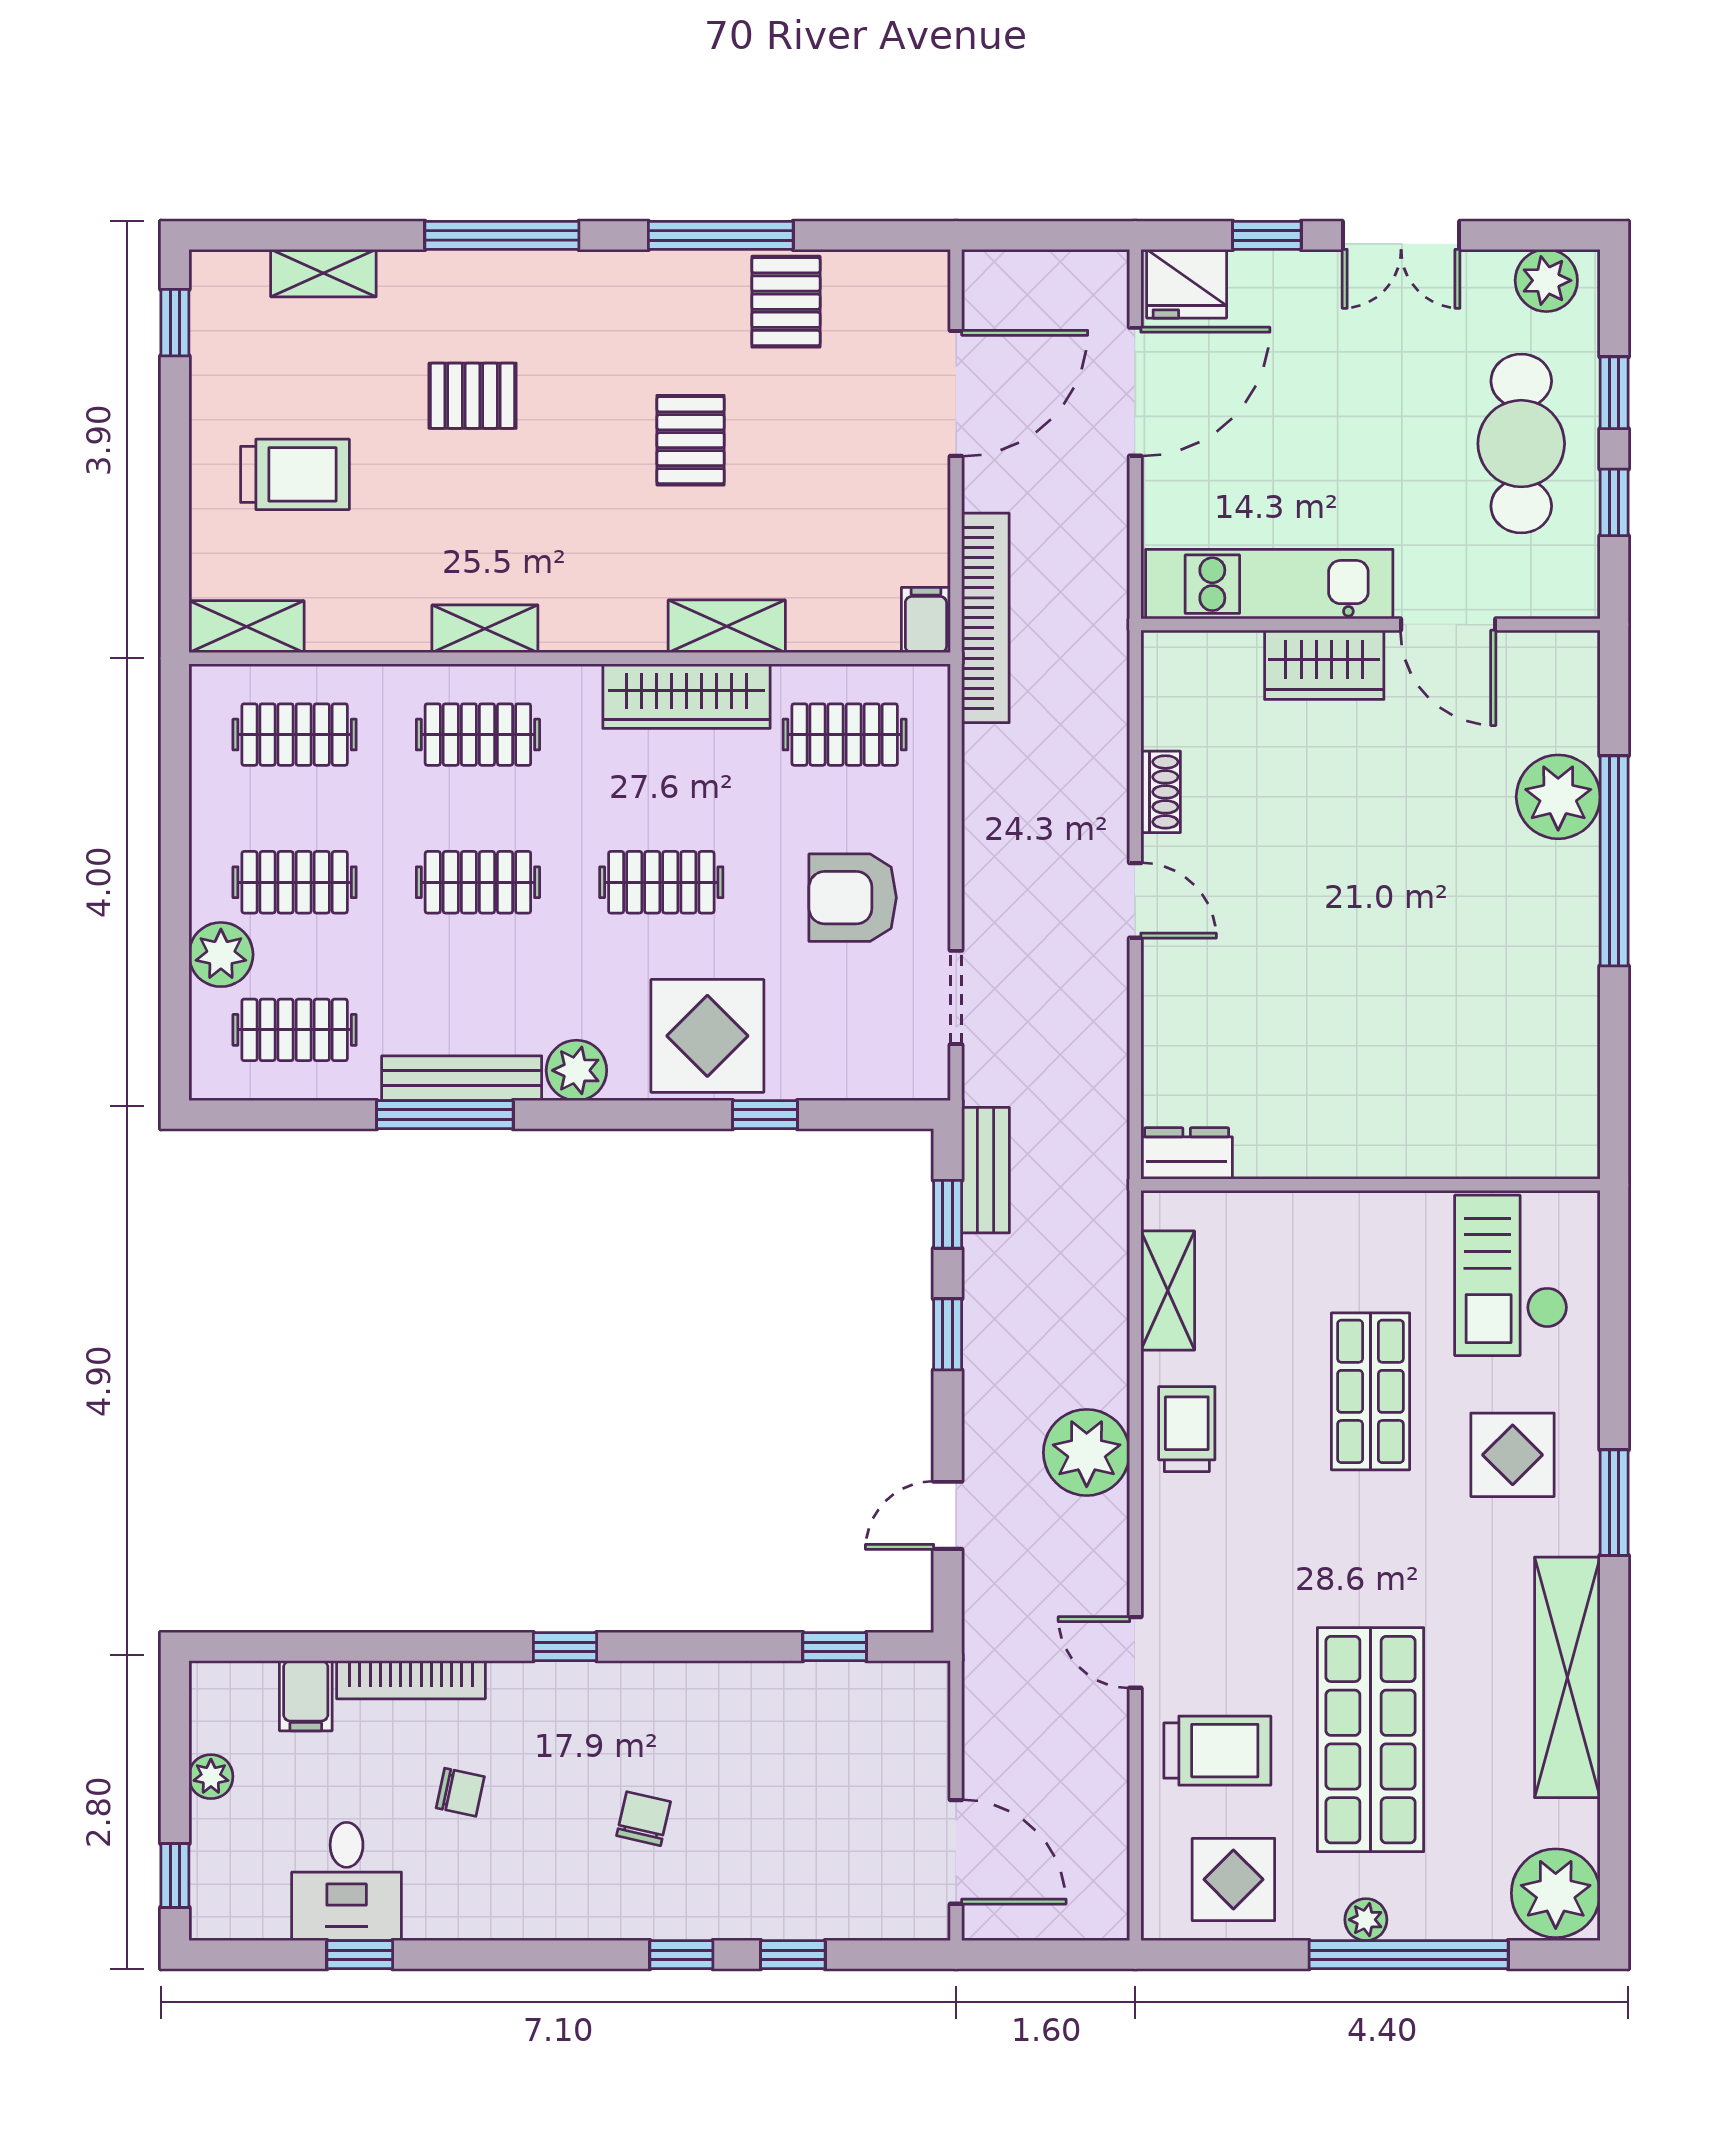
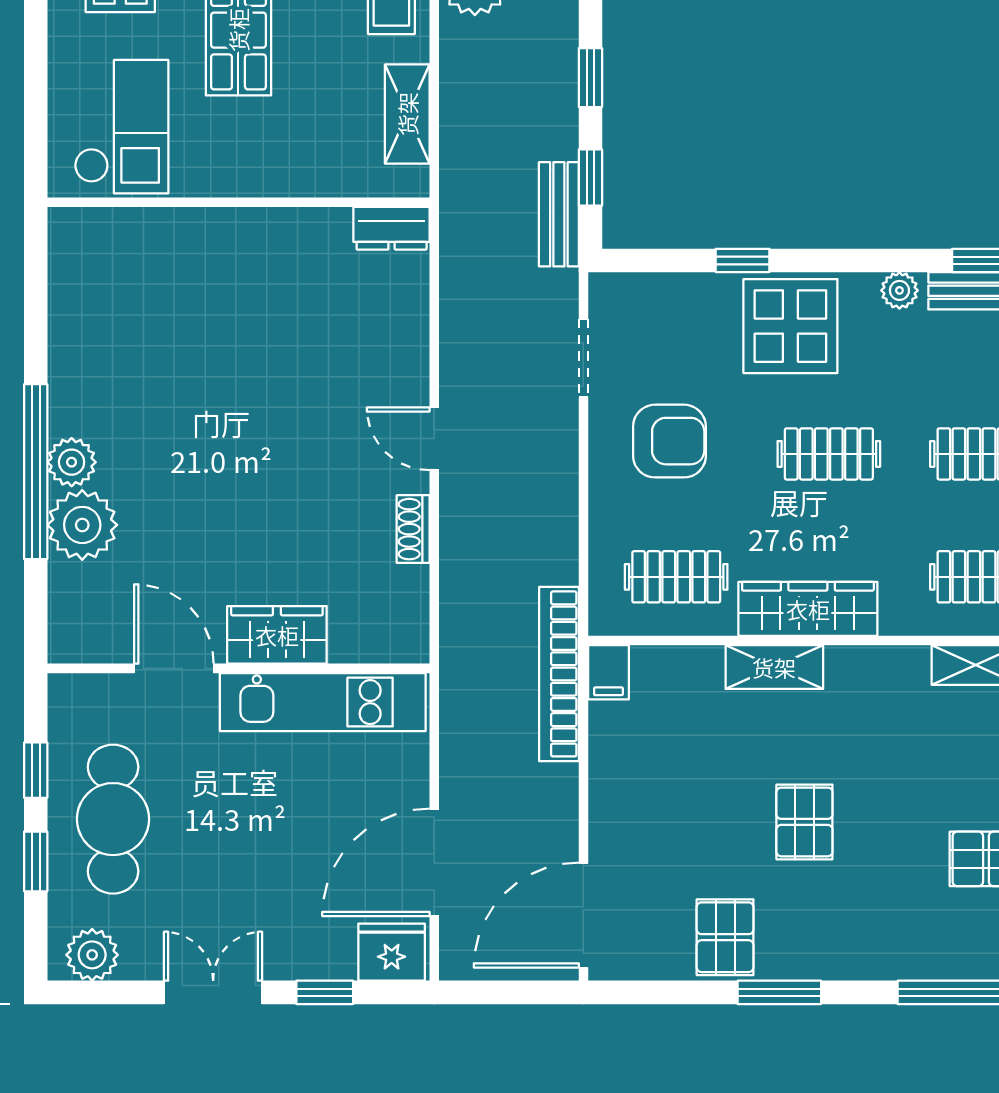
window: (721, 235) -> (779, 992), width x0.69
door: (956, 393) -> (583, 915), moved
plant: (1571, 872) -> (72, 462), added
plant: (576, 1070) -> (899, 290), width x0.73, depth x0.73

